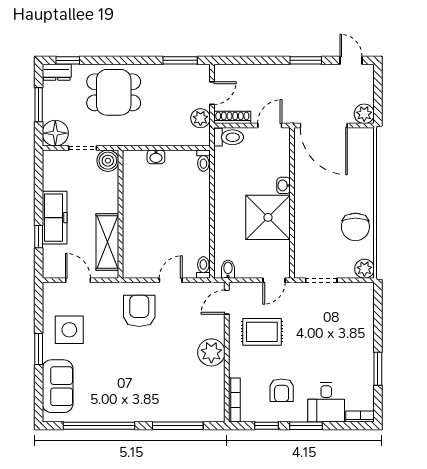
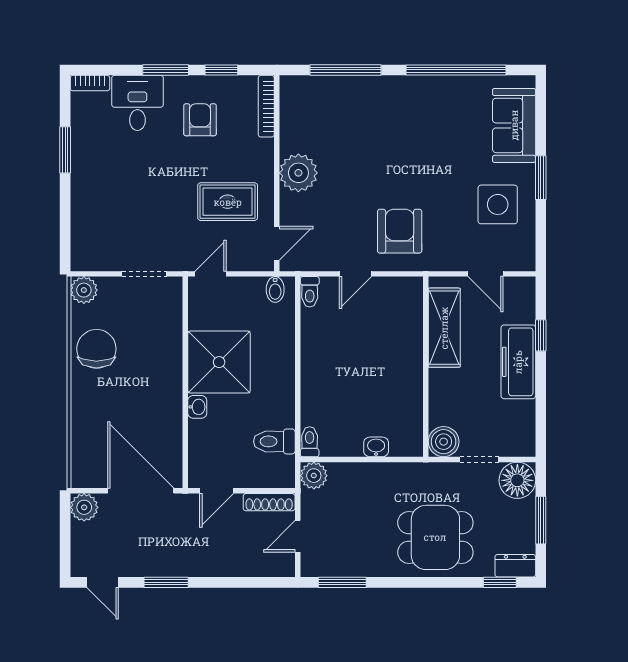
plant: (200, 118) -> (314, 476), moved
toilet: (229, 137) -> (274, 441), moved
armchair: (139, 311) -> (400, 231), turned 180

